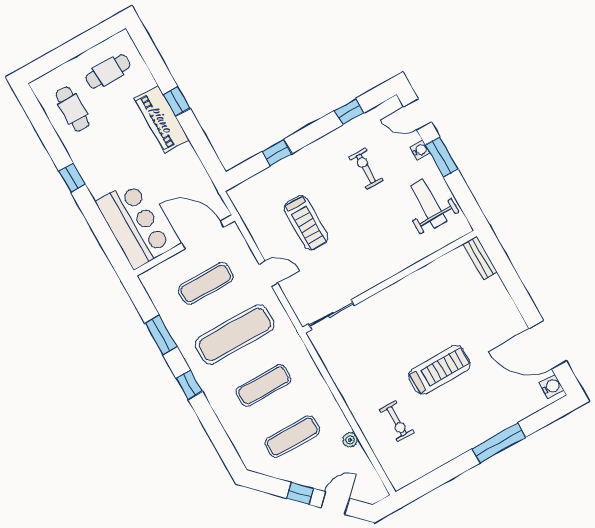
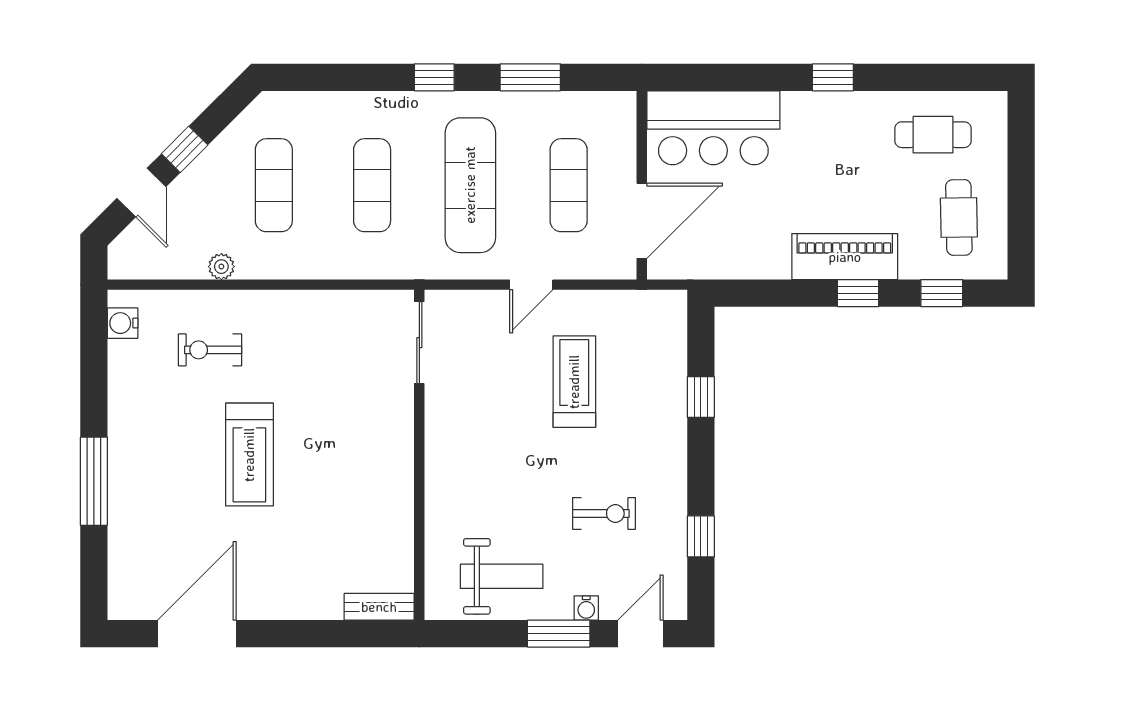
window: (152, 58) -> (942, 293), added
treadmill: (306, 223) -> (574, 382), turned 90
water cooler: (552, 386) -> (123, 323), moved, turned 90

